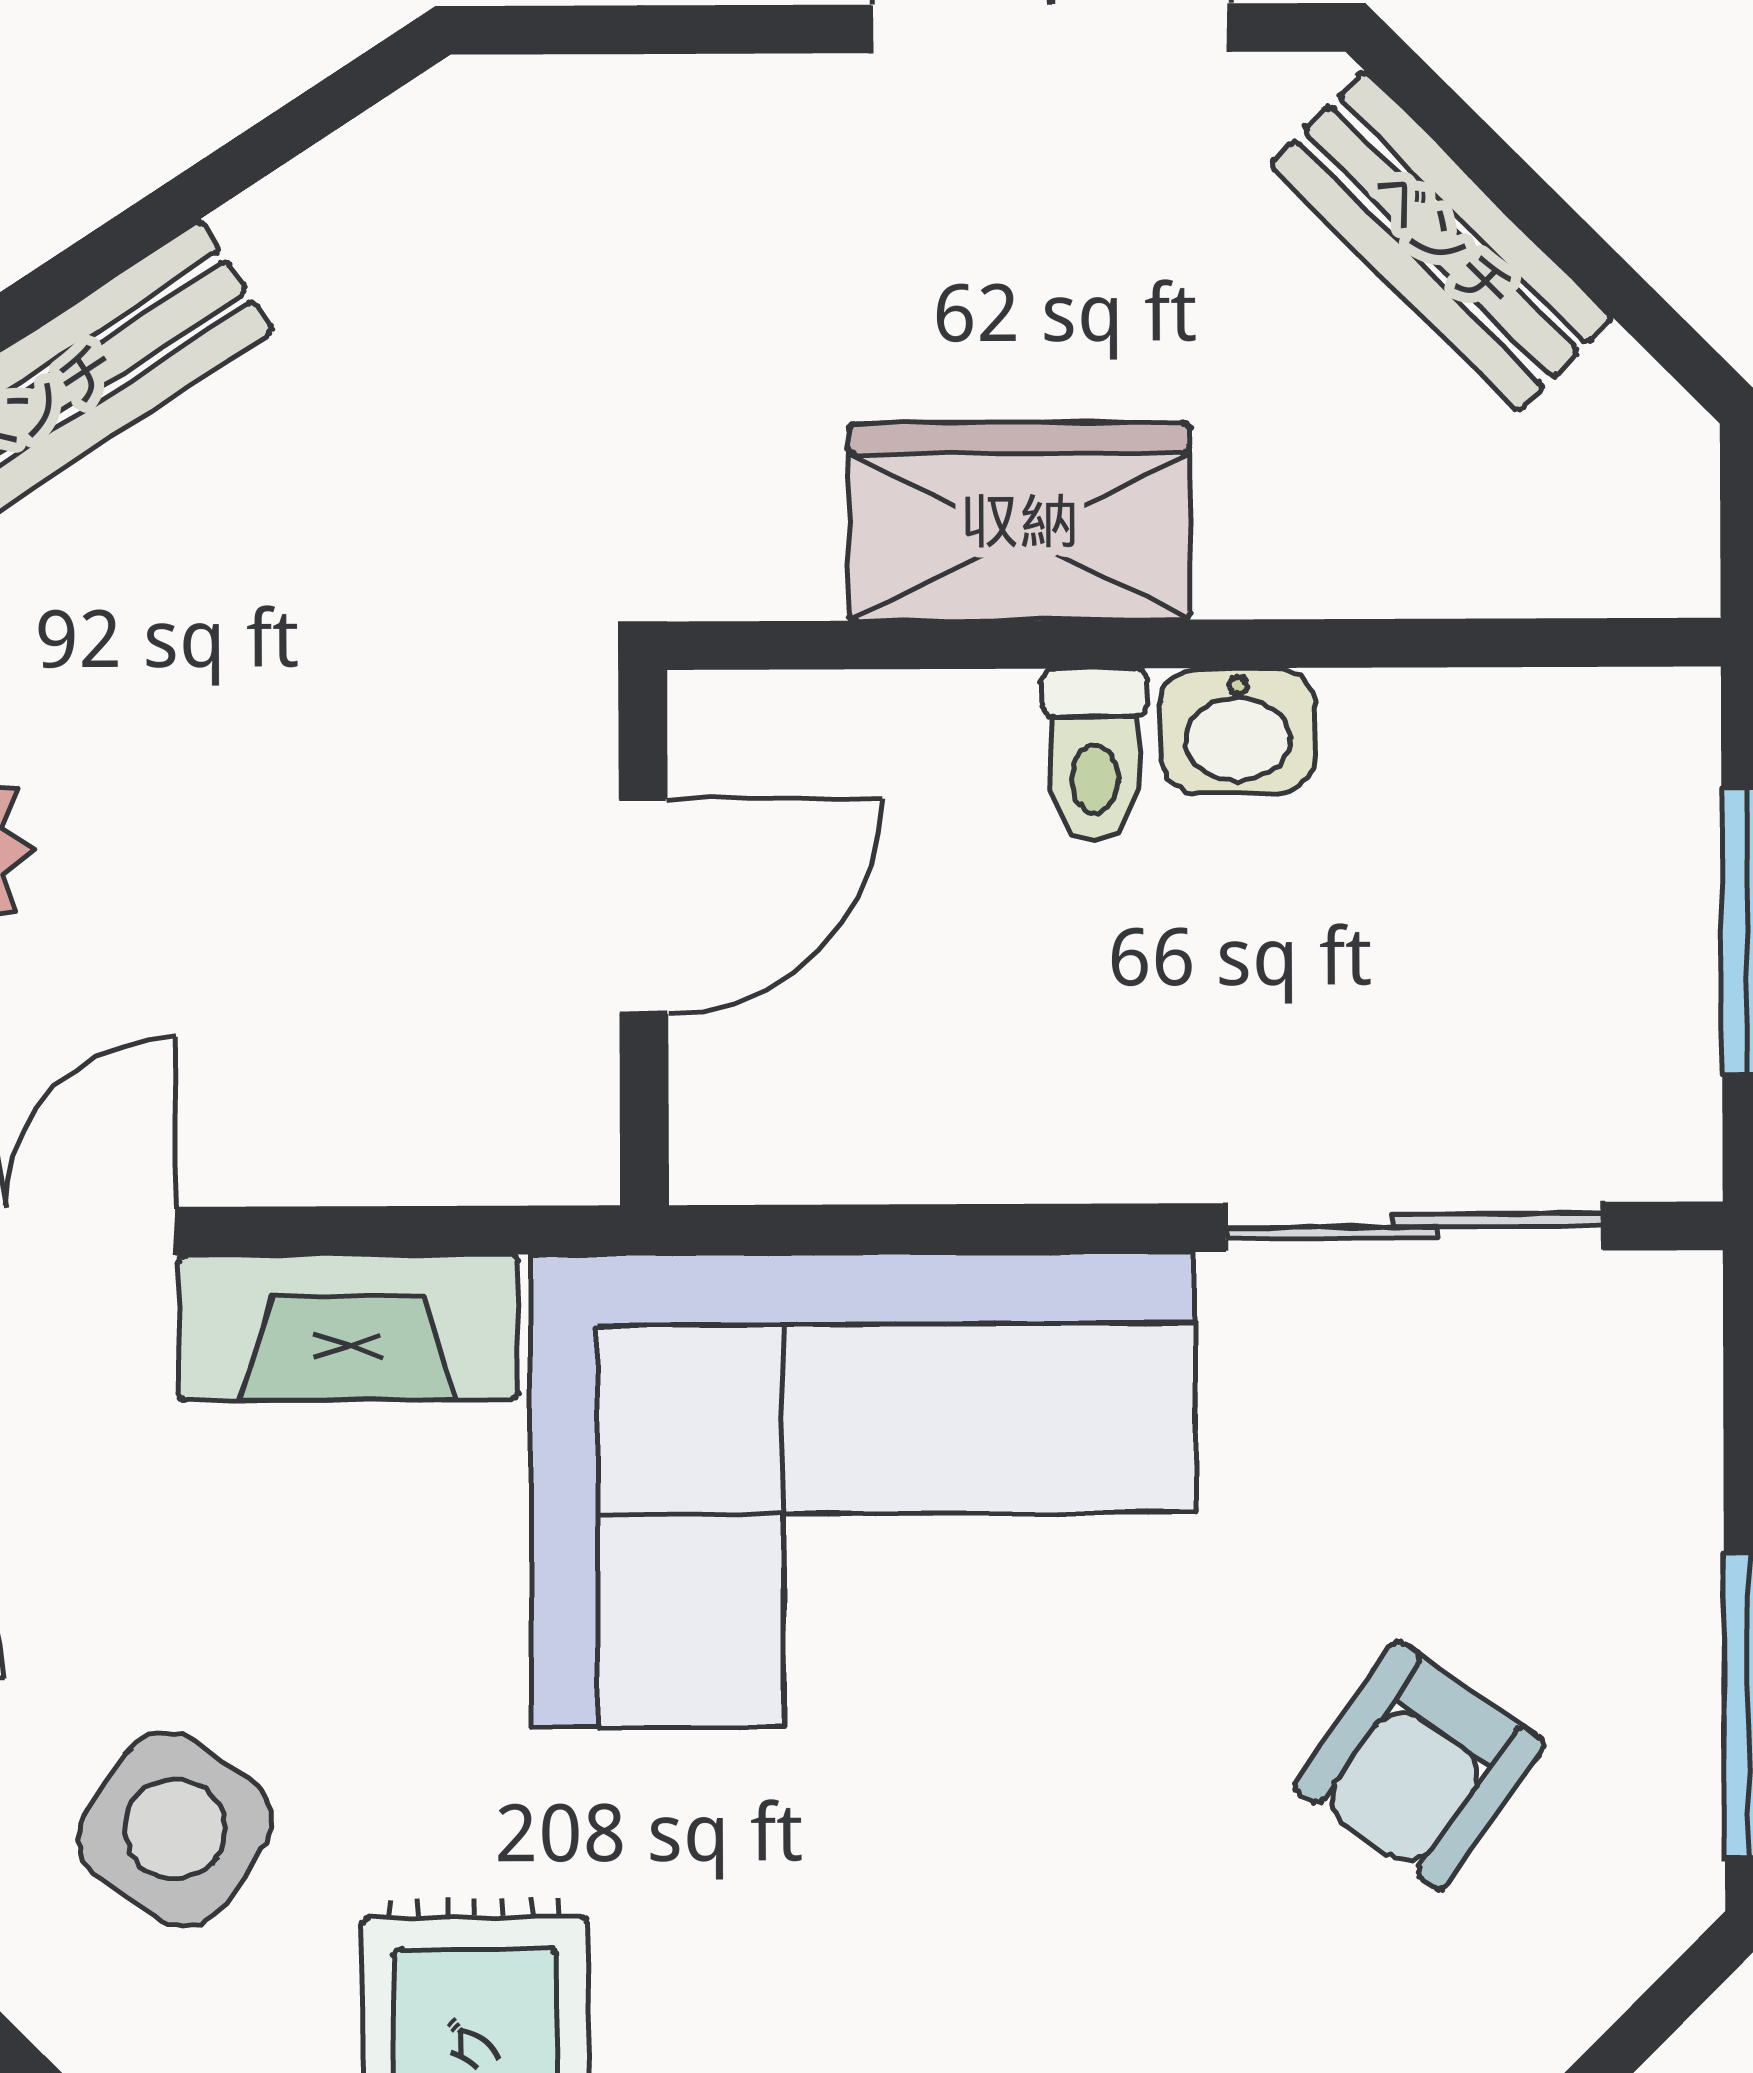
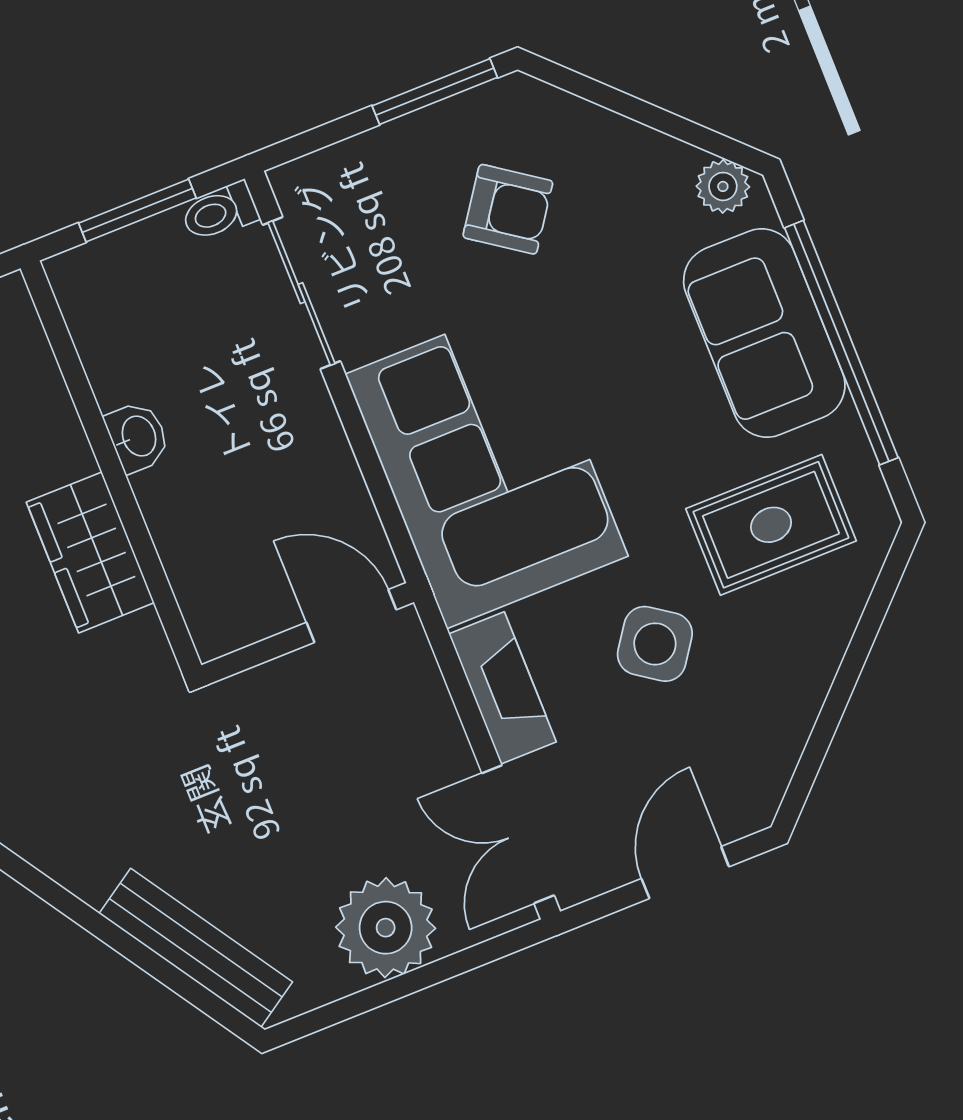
toilet: (1095, 755) -> (220, 212), moved, turned 180
door: (643, 907) -> (351, 616), moved
side table: (175, 1829) -> (655, 644), moved

